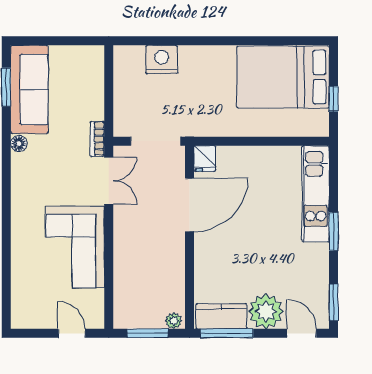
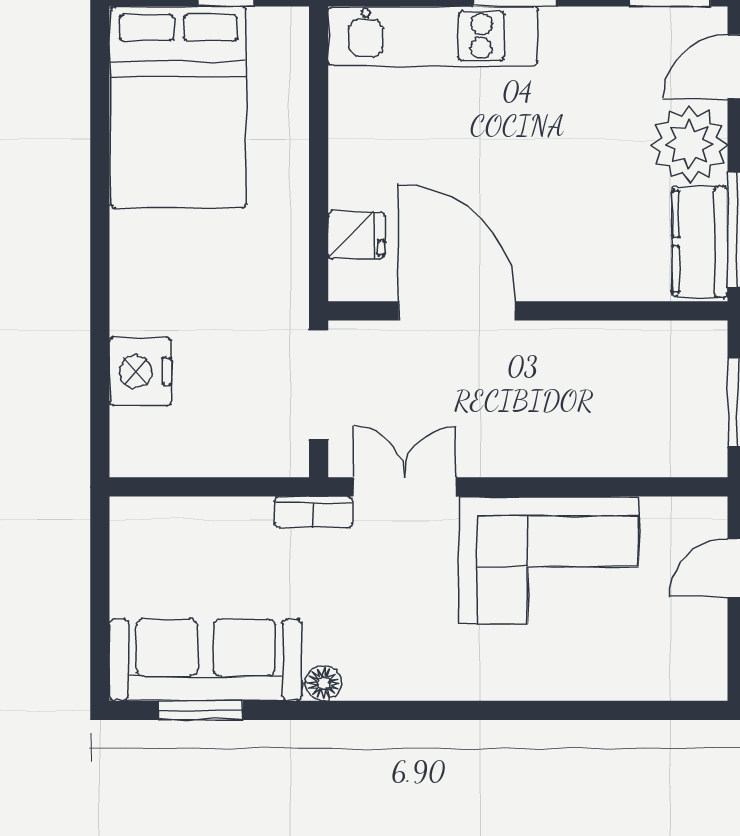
fridge: (205, 159) -> (356, 235), moved
plant: (174, 321) -> (710, 346), removed

